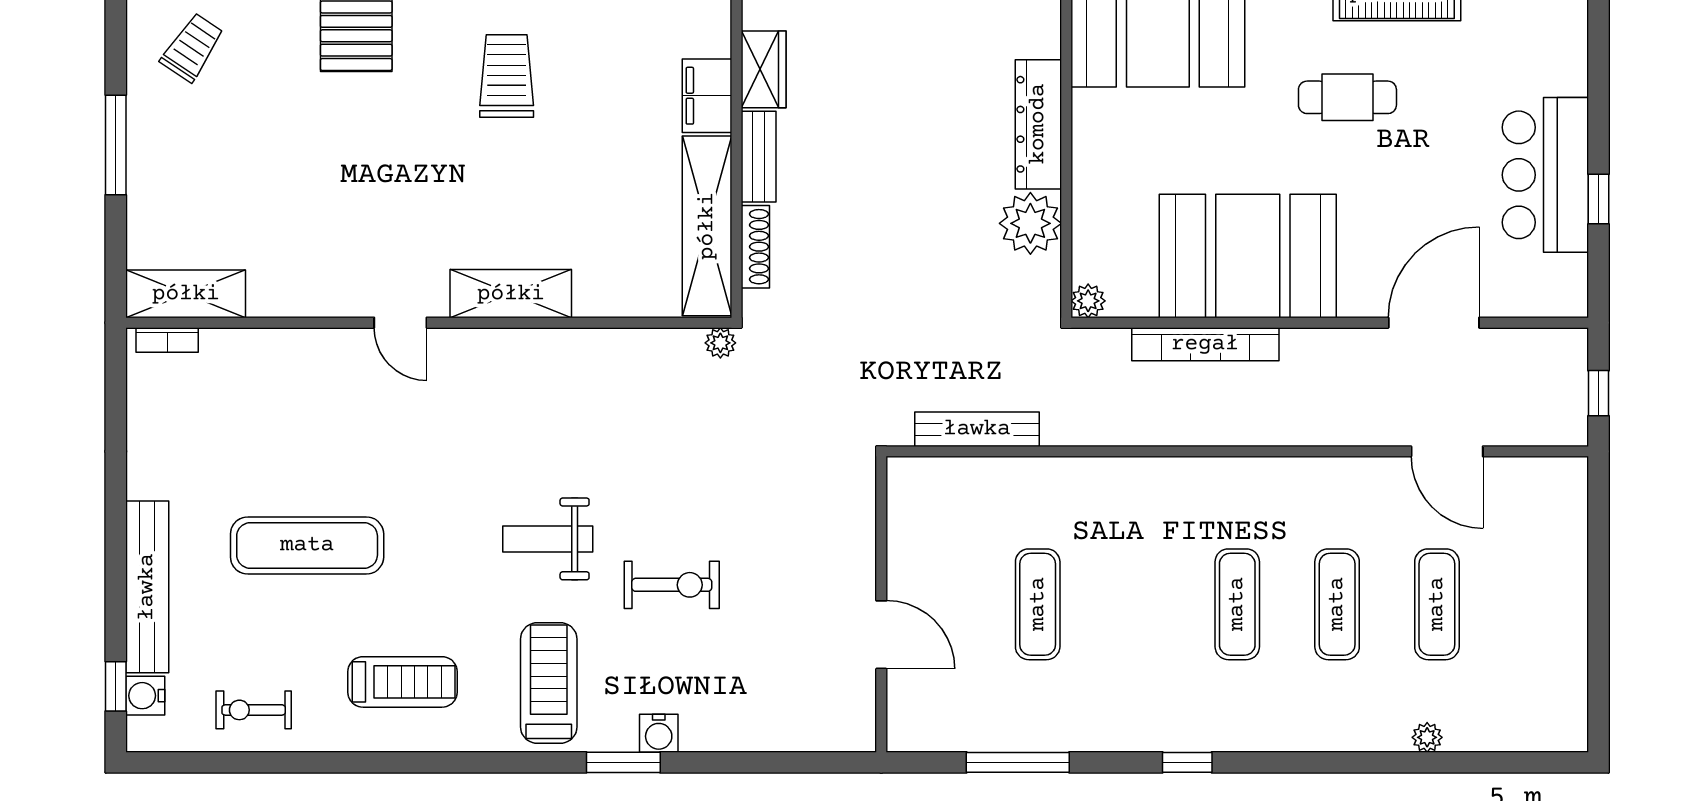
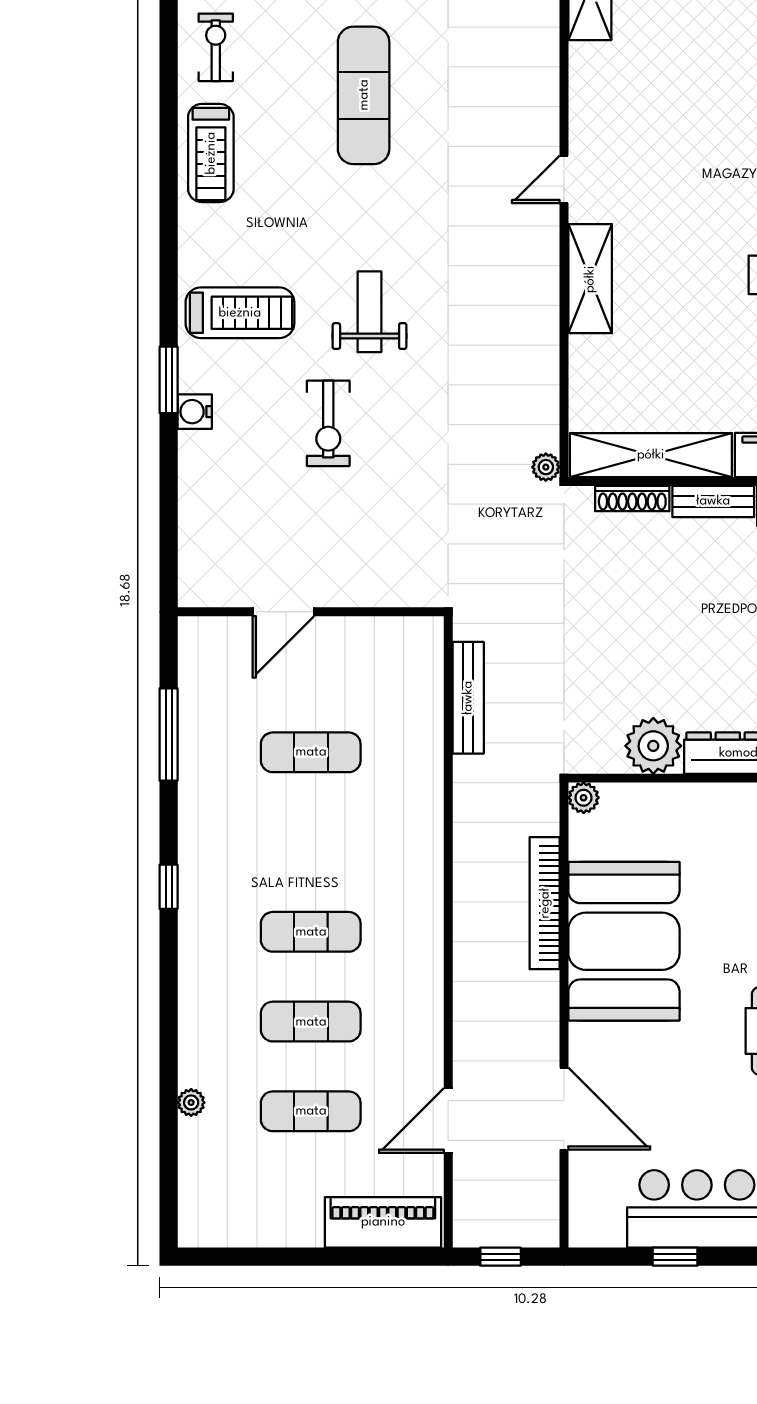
piano: (1560, 524) -> (383, 1222), added
treadmill: (402, 682) -> (211, 153), moved

